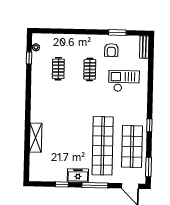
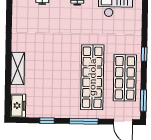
freezer: (78, 176) -> (18, 106), moved, turned 90

